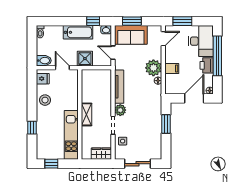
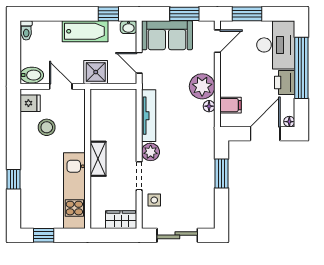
window: (132, 21) -> (184, 14), moved
filing cabinet: (172, 69) -> (231, 105), moved
stool: (45, 100) -> (47, 127), moved

